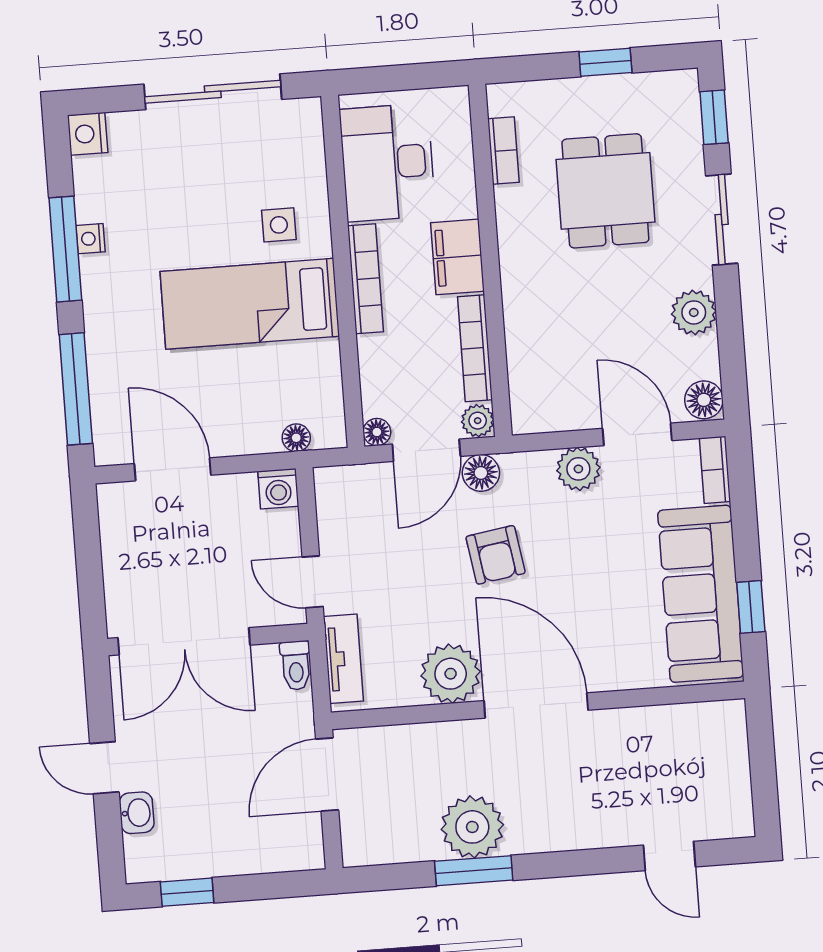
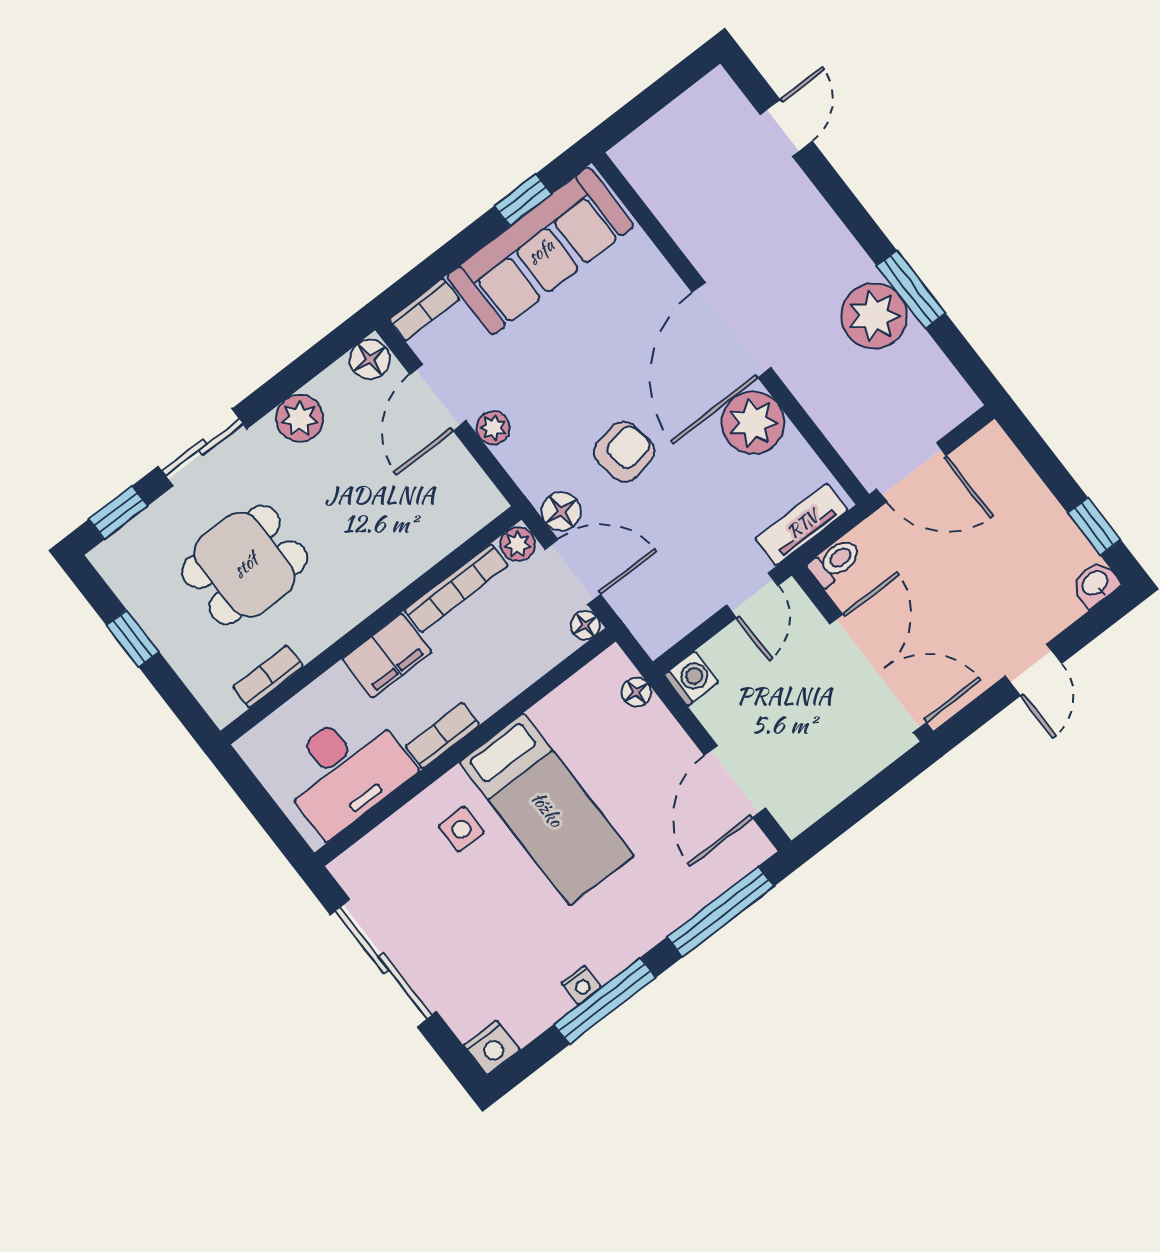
bookcase: (366, 279) -> (442, 735), width x0.64
plant: (578, 469) -> (493, 428), width x0.73, depth x0.73
washbasin: (137, 813) -> (1096, 584), moved

